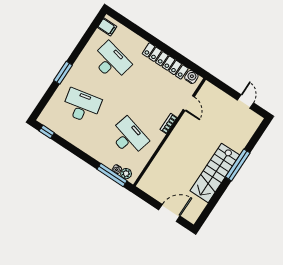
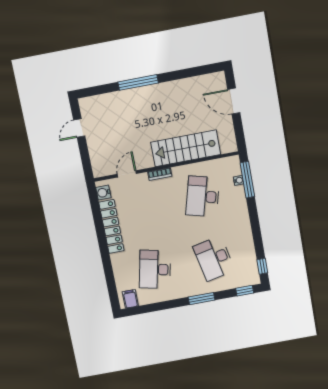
window: (41, 105) -> (245, 291), added
stairs: (215, 173) -> (186, 148), moved, turned 180
plant: (126, 174) -> (235, 169), removed

